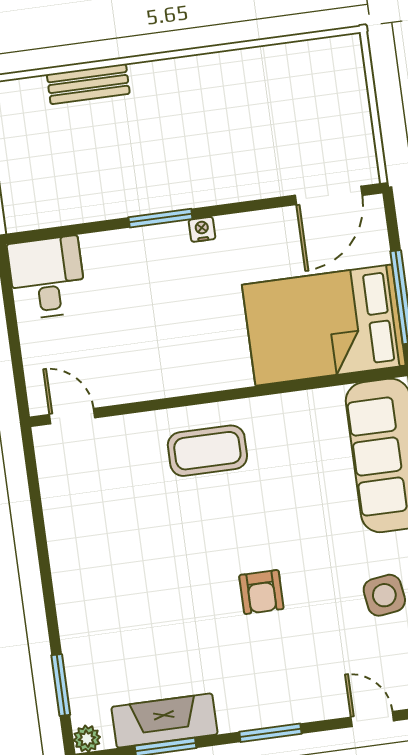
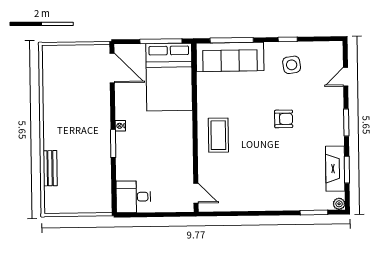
door: (72, 416) -> (196, 193), swing flipped

